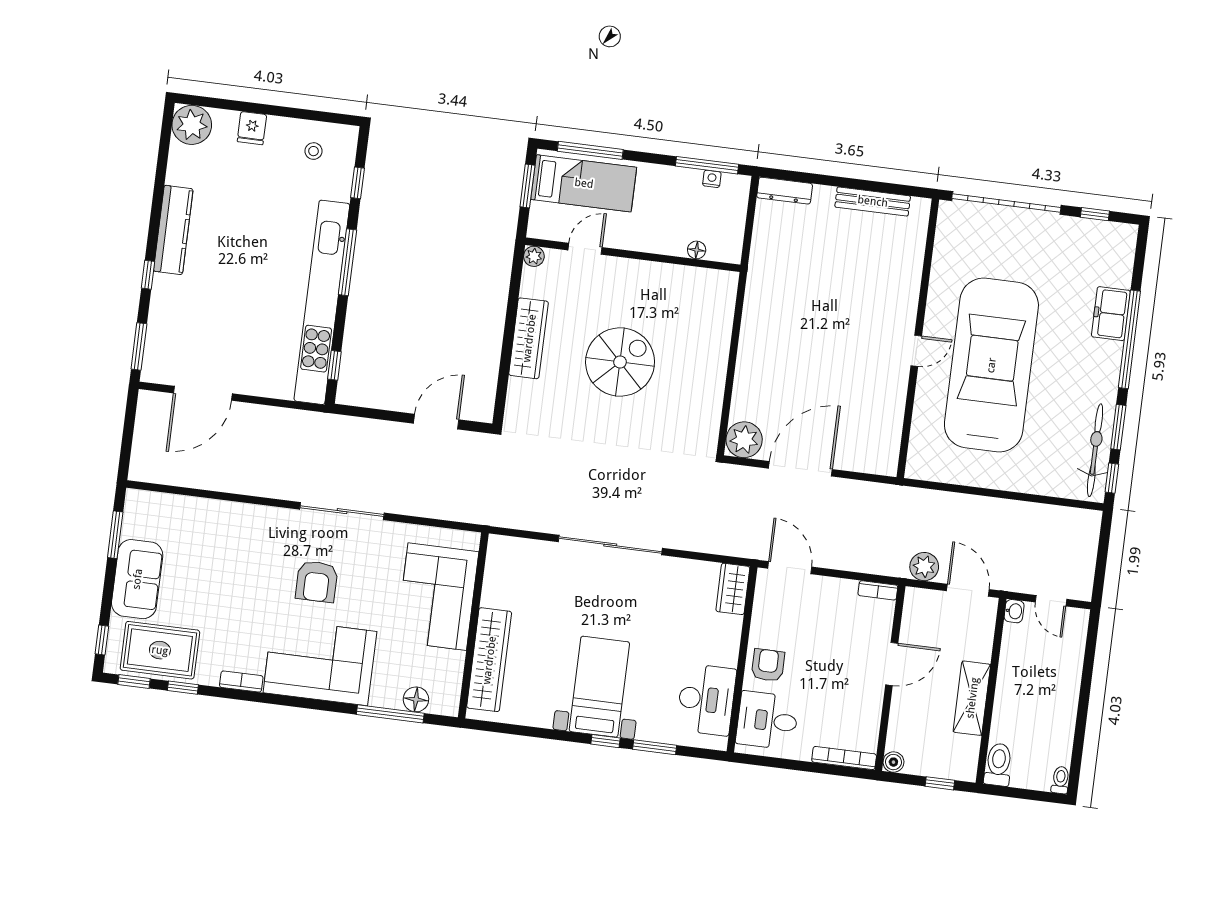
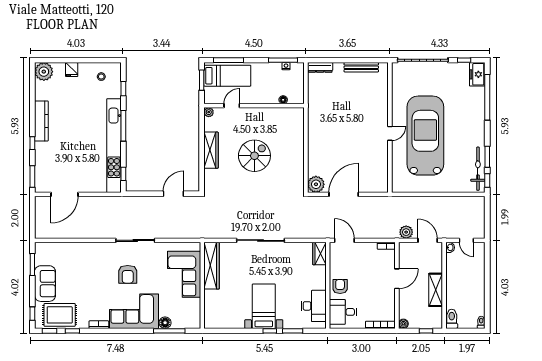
freezer: (1111, 314) -> (477, 74), moved
window: (1129, 339) -> (487, 97), moved
wardrobe: (489, 660) -> (212, 266), moved
floor lamp: (416, 699) -> (165, 323), moved

